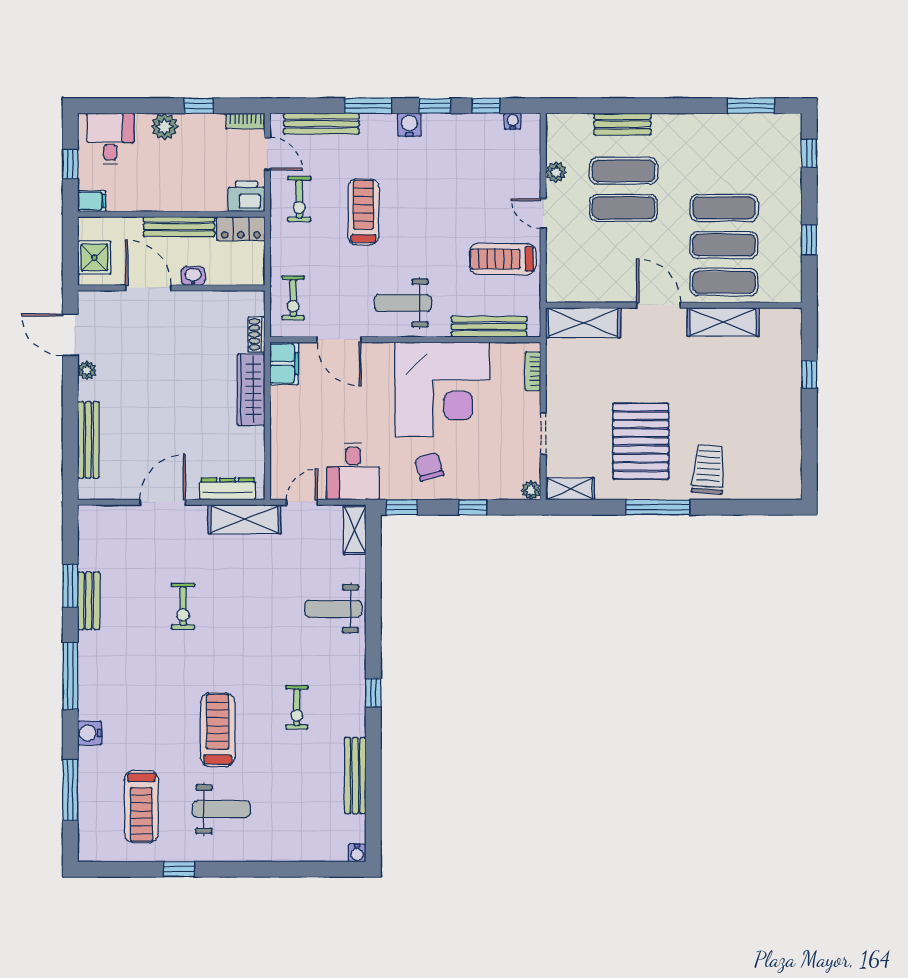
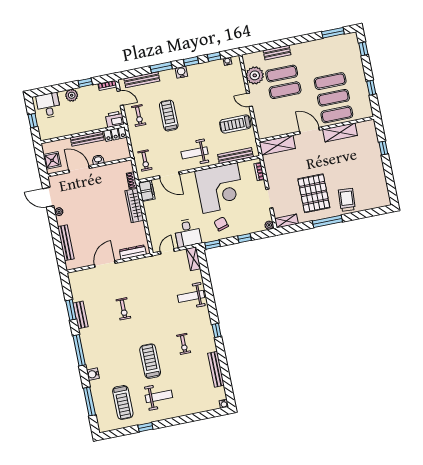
plant: (556, 172) -> (255, 75), width x1.87, depth x1.87
filing cabinet: (92, 201) -> (46, 135), removed
shelving: (245, 519) -> (143, 264), removed

